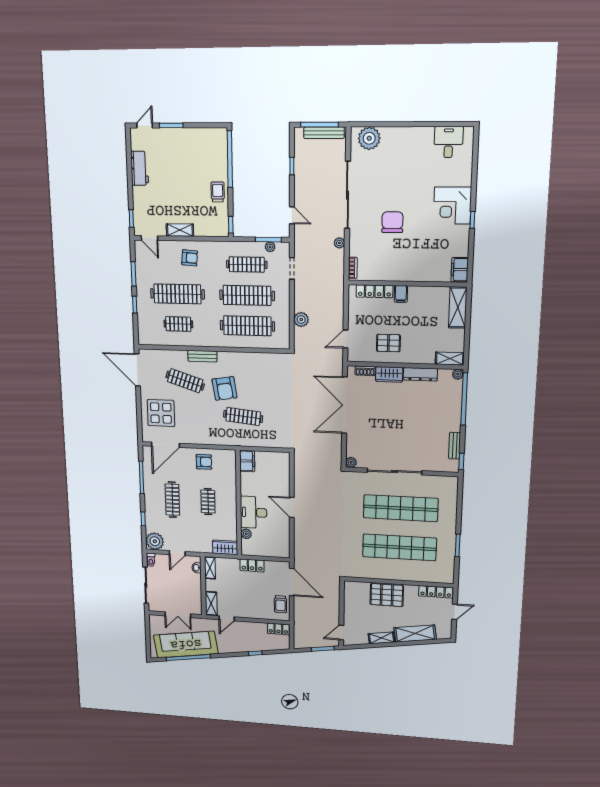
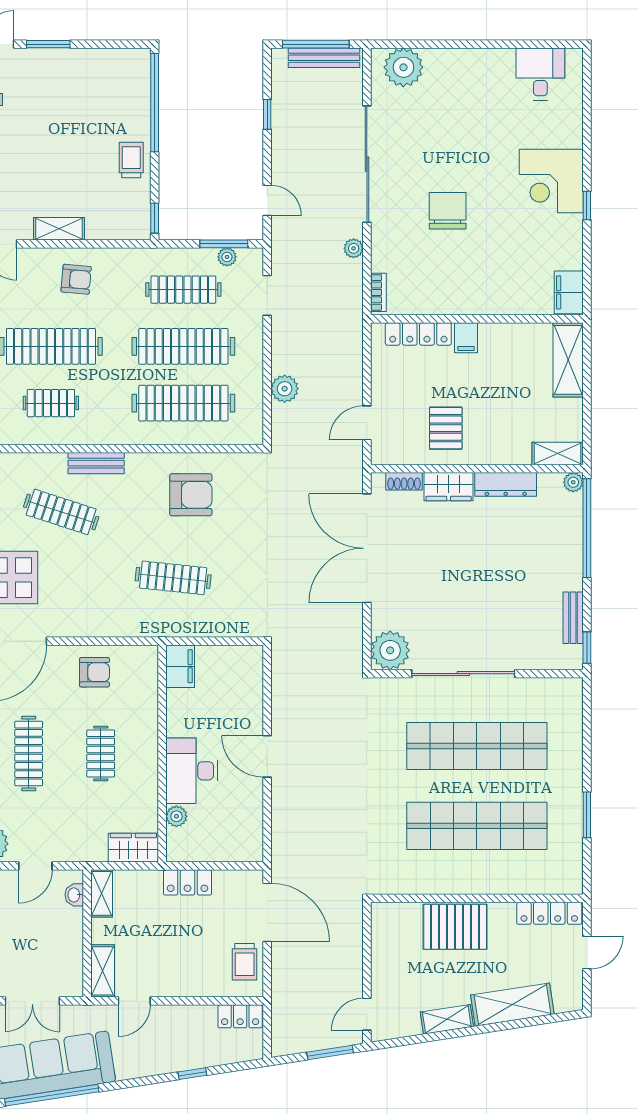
pallet: (388, 343) -> (446, 428), turned 90
armchair: (225, 388) -> (191, 495), moved, turned -81
plant: (351, 462) -> (390, 650), width x1.87, depth x1.87

